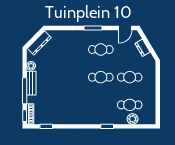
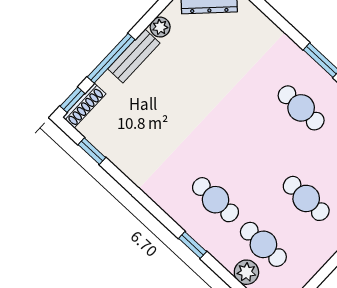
cafe table: (101, 77) -> (215, 200), moved

